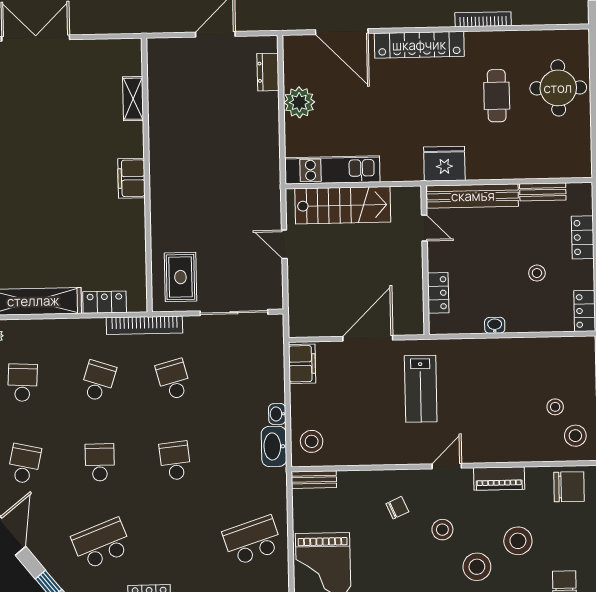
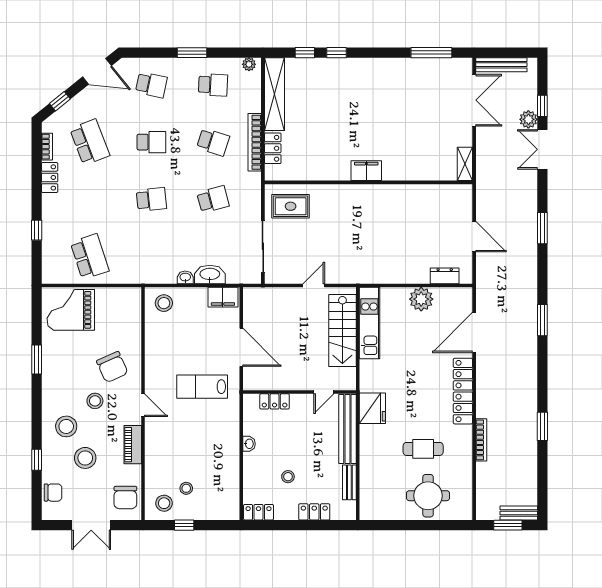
shelving: (133, 99) -> (465, 164), moved, turned 90
bookcase: (144, 325) -> (255, 142), moved
washbasin: (274, 446) -> (210, 275), moved
bench: (314, 480) -> (135, 304), removed
chair: (397, 508) -> (112, 367), width x1.87, depth x1.87

